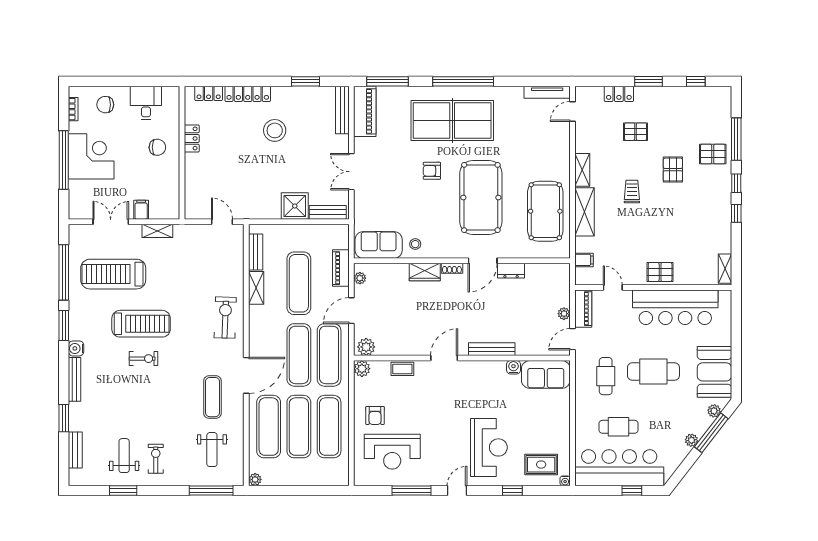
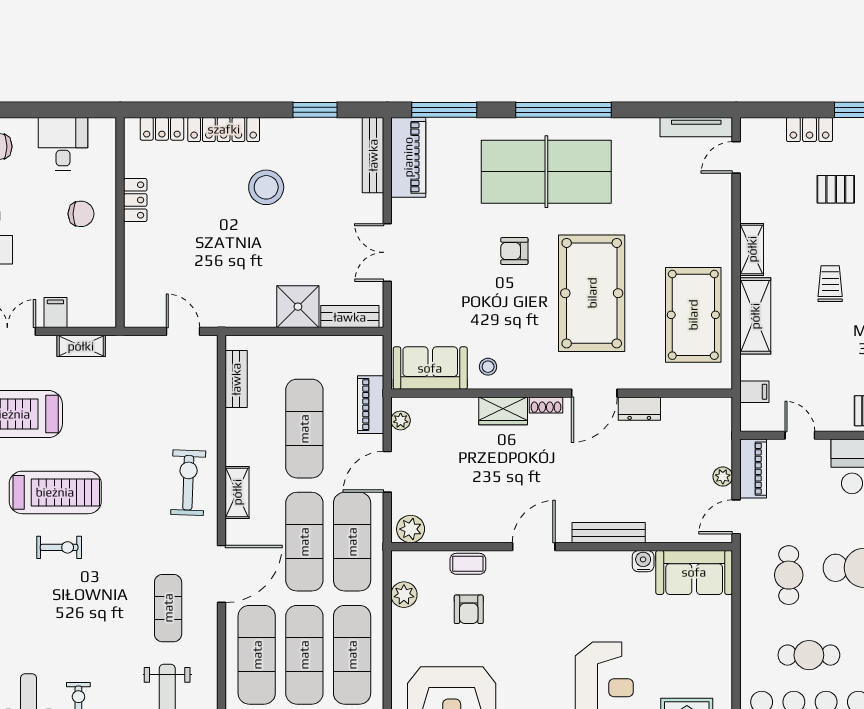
shelving: (256, 288) -> (237, 492), moved
plant: (362, 369) -> (404, 595), moved
armchair: (375, 415) -> (469, 609), moved

